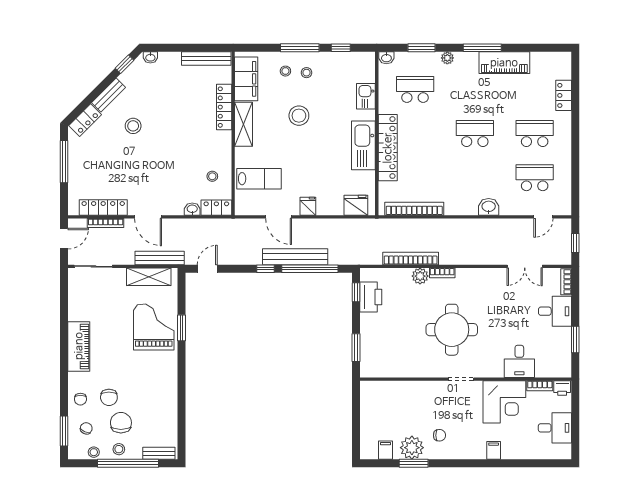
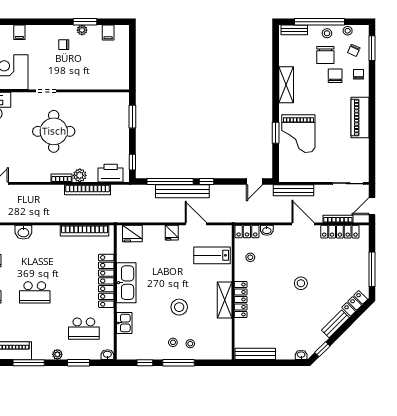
filing cabinet: (246, 79) -> (223, 337), removed
locker: (224, 107) -> (241, 299), moved
stool: (133, 126) -> (301, 283), moved
shelving: (149, 277) -> (286, 85), moved, turned 90
printer: (371, 297) -> (111, 173), moved, turned 90
plant: (412, 448) -> (82, 30), width x0.53, depth x0.53

